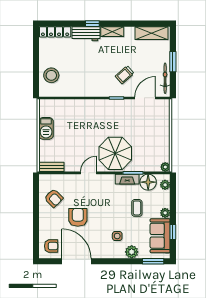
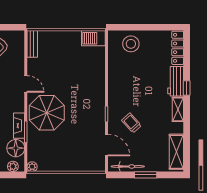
barbecue: (46, 128) -> (93, 38), moved

